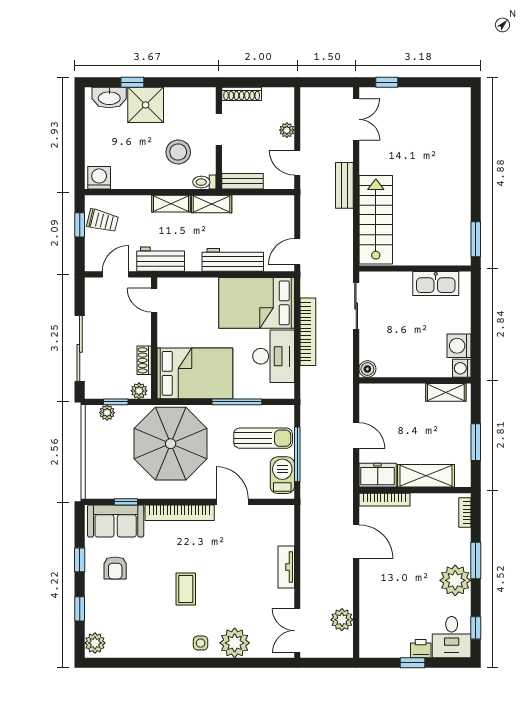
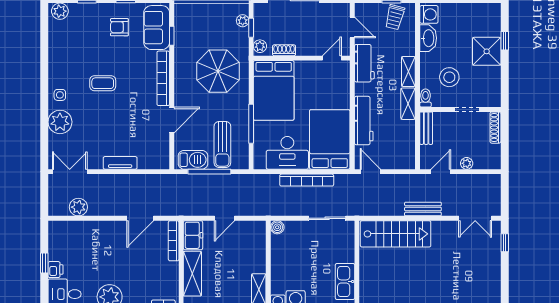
washbasin: (109, 98) -> (428, 38), moved, turned 180
parasol: (171, 444) -> (218, 71), width x0.73, depth x0.73

